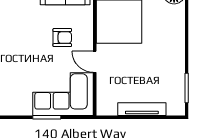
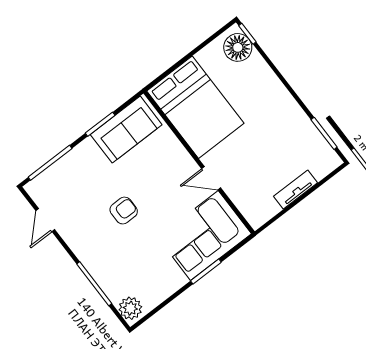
armchair: (62, 38) -> (124, 211), moved
tv unit: (142, 109) -> (296, 189), width x0.71

